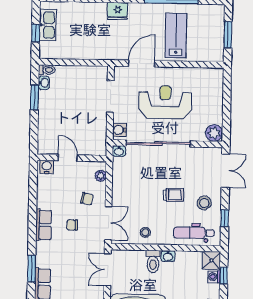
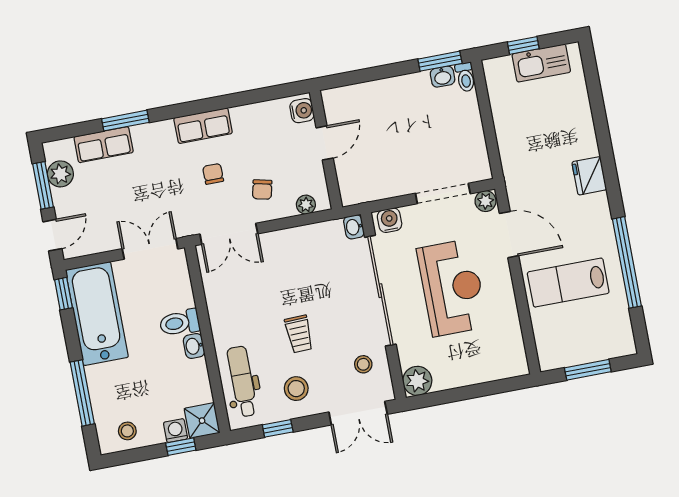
lab bench: (176, 36) -> (568, 283), turned 180
plant: (120, 73) -> (486, 201), added
window: (34, 97) -> (440, 61), moved
stool: (145, 232) -> (363, 364), moved

